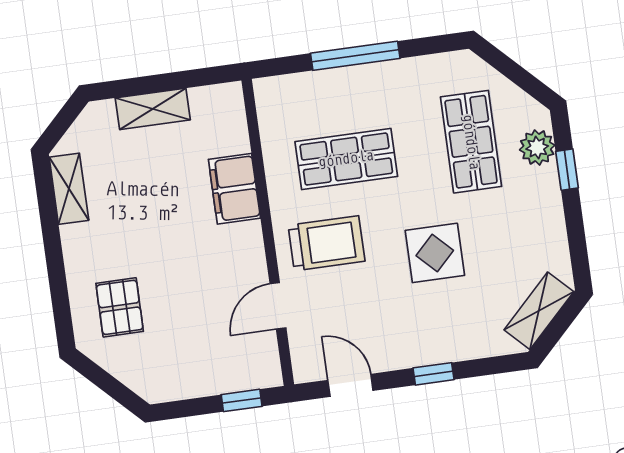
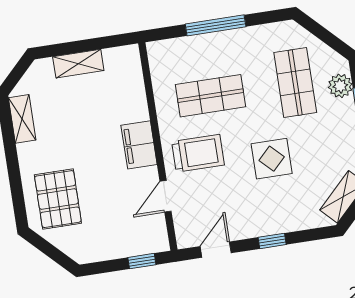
filing cabinet: (234, 189) -> (139, 145), moved
pallet: (120, 307) -> (58, 199), width x1.50, depth x1.42
door: (350, 385) -> (216, 250), hinge flipped

